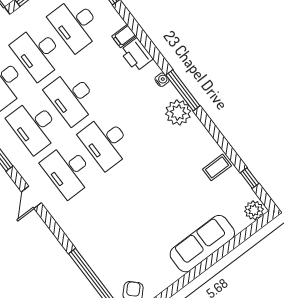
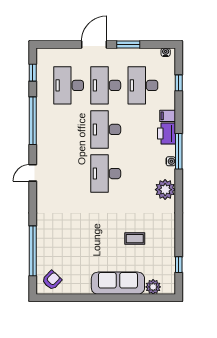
window: (183, 90) -> (179, 151), moved
desk: (34, 126) -> (69, 129), removed
coffee table: (217, 167) -> (135, 239), moved
desk: (68, 171) -> (69, 174), removed
plant: (254, 210) -> (153, 287), moved

